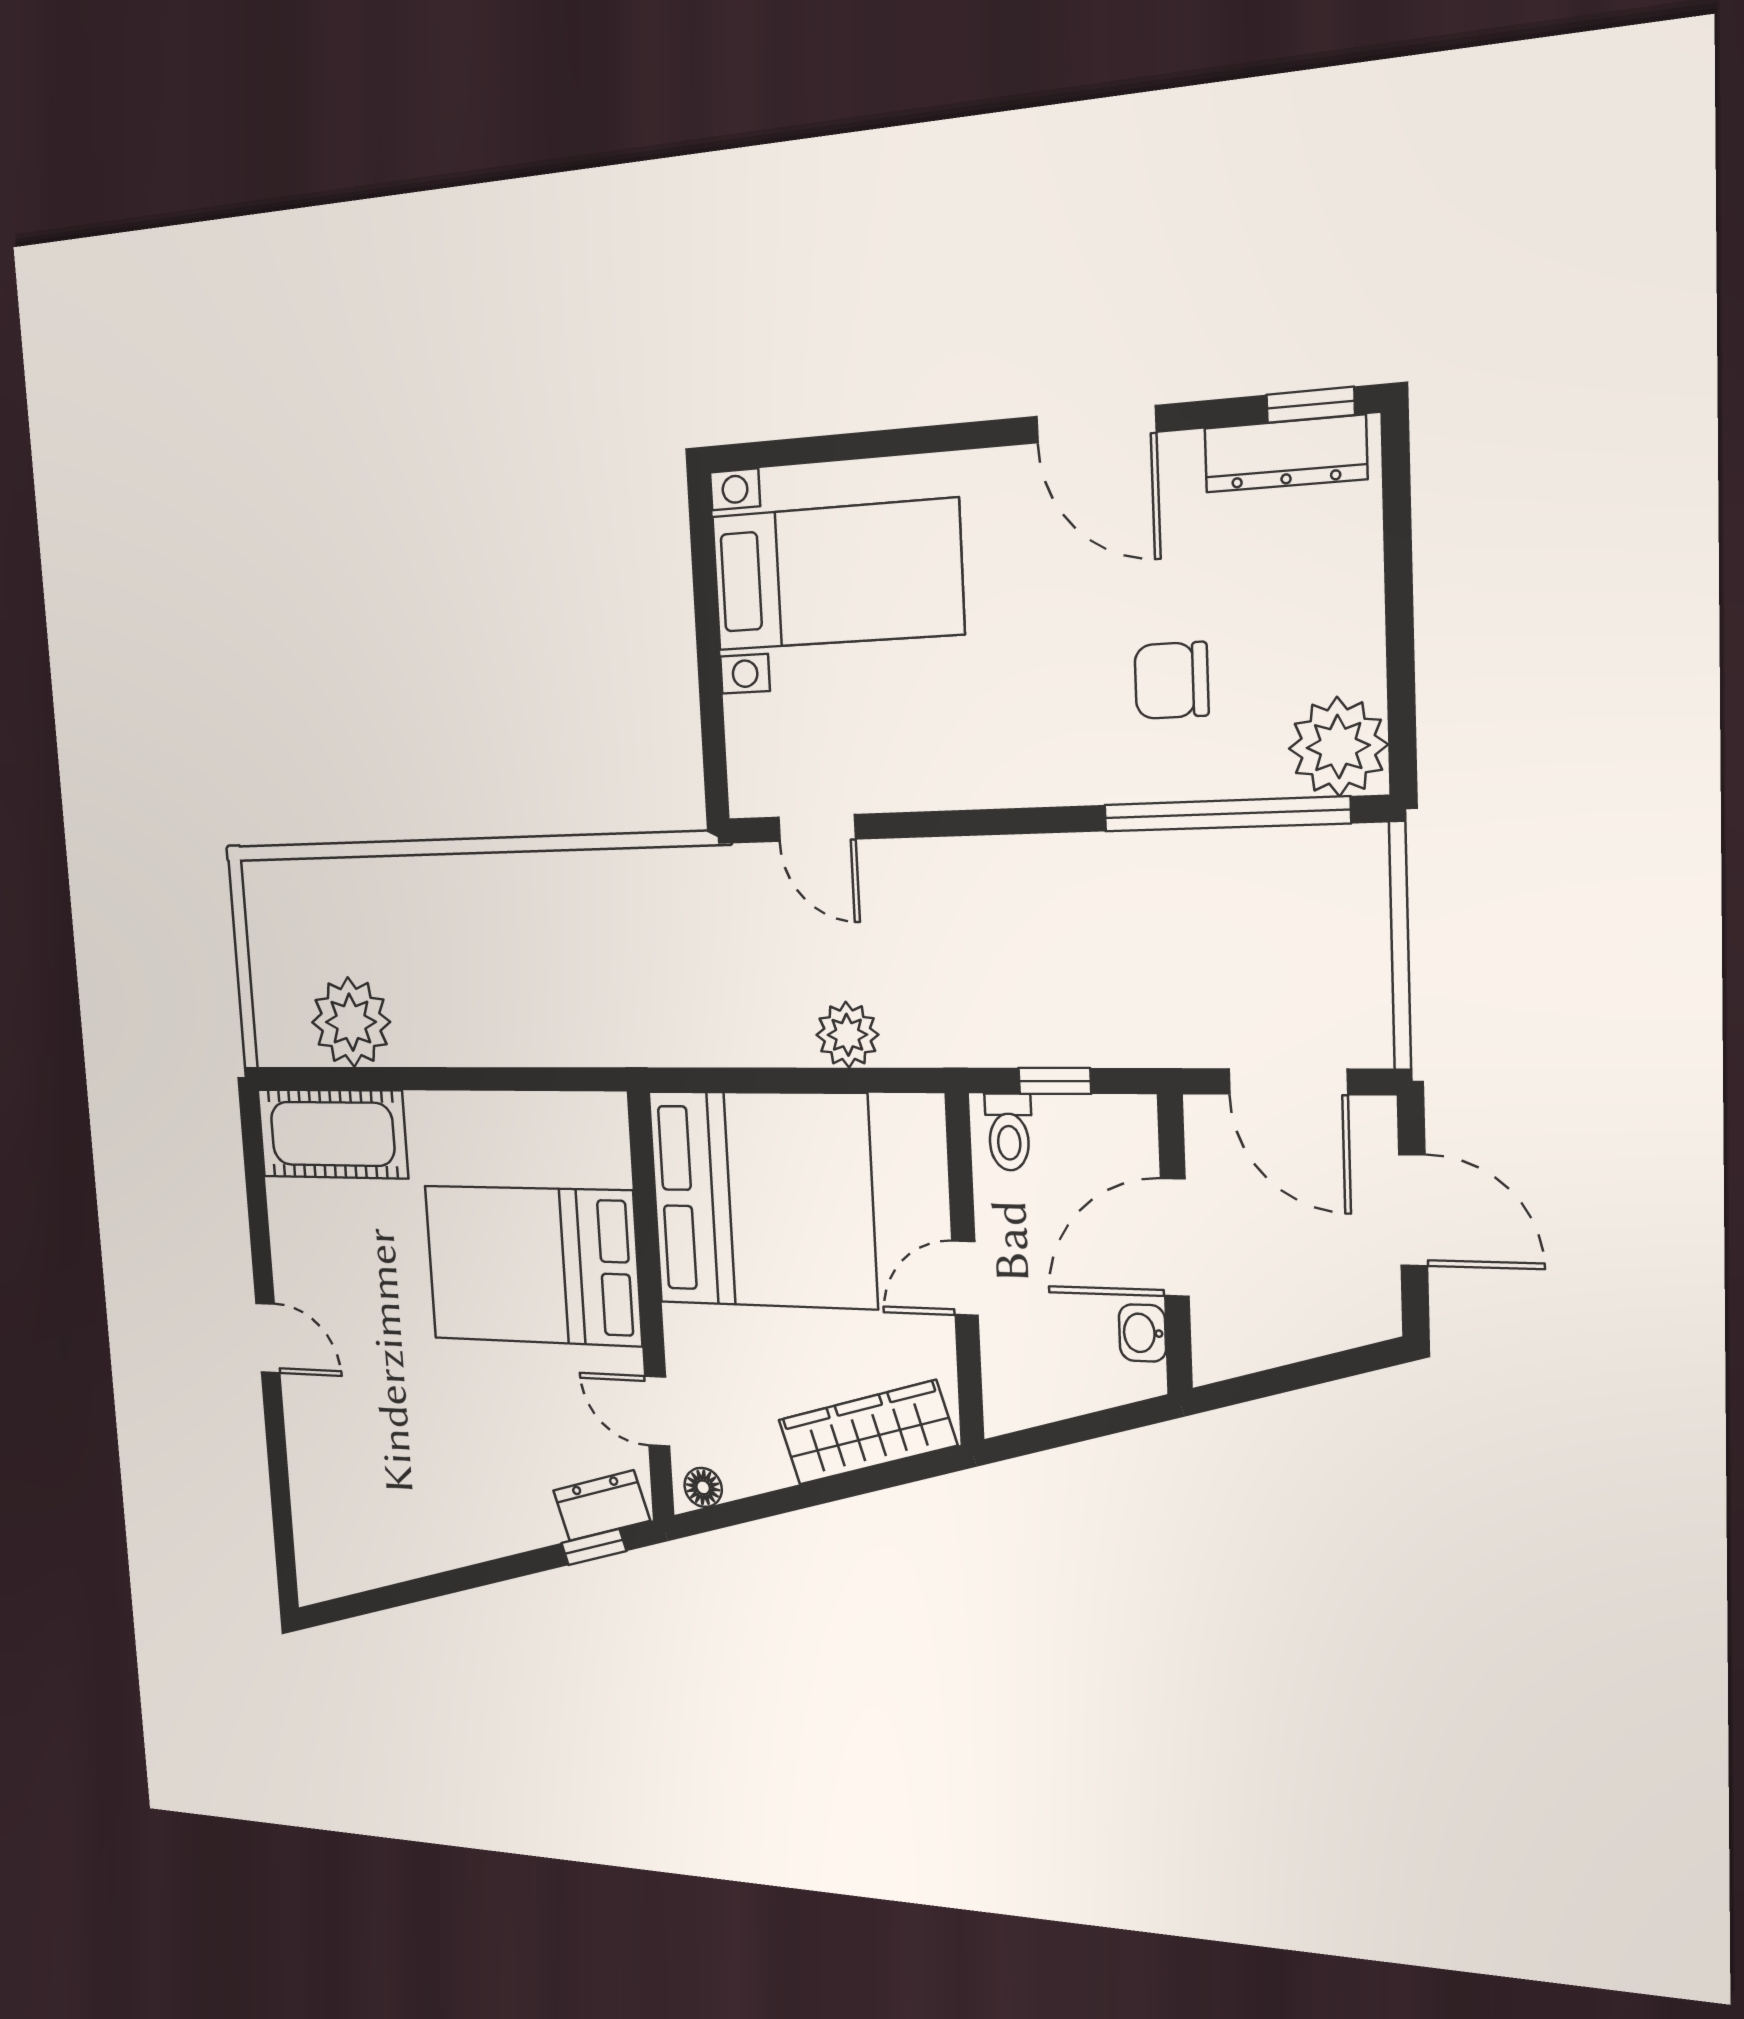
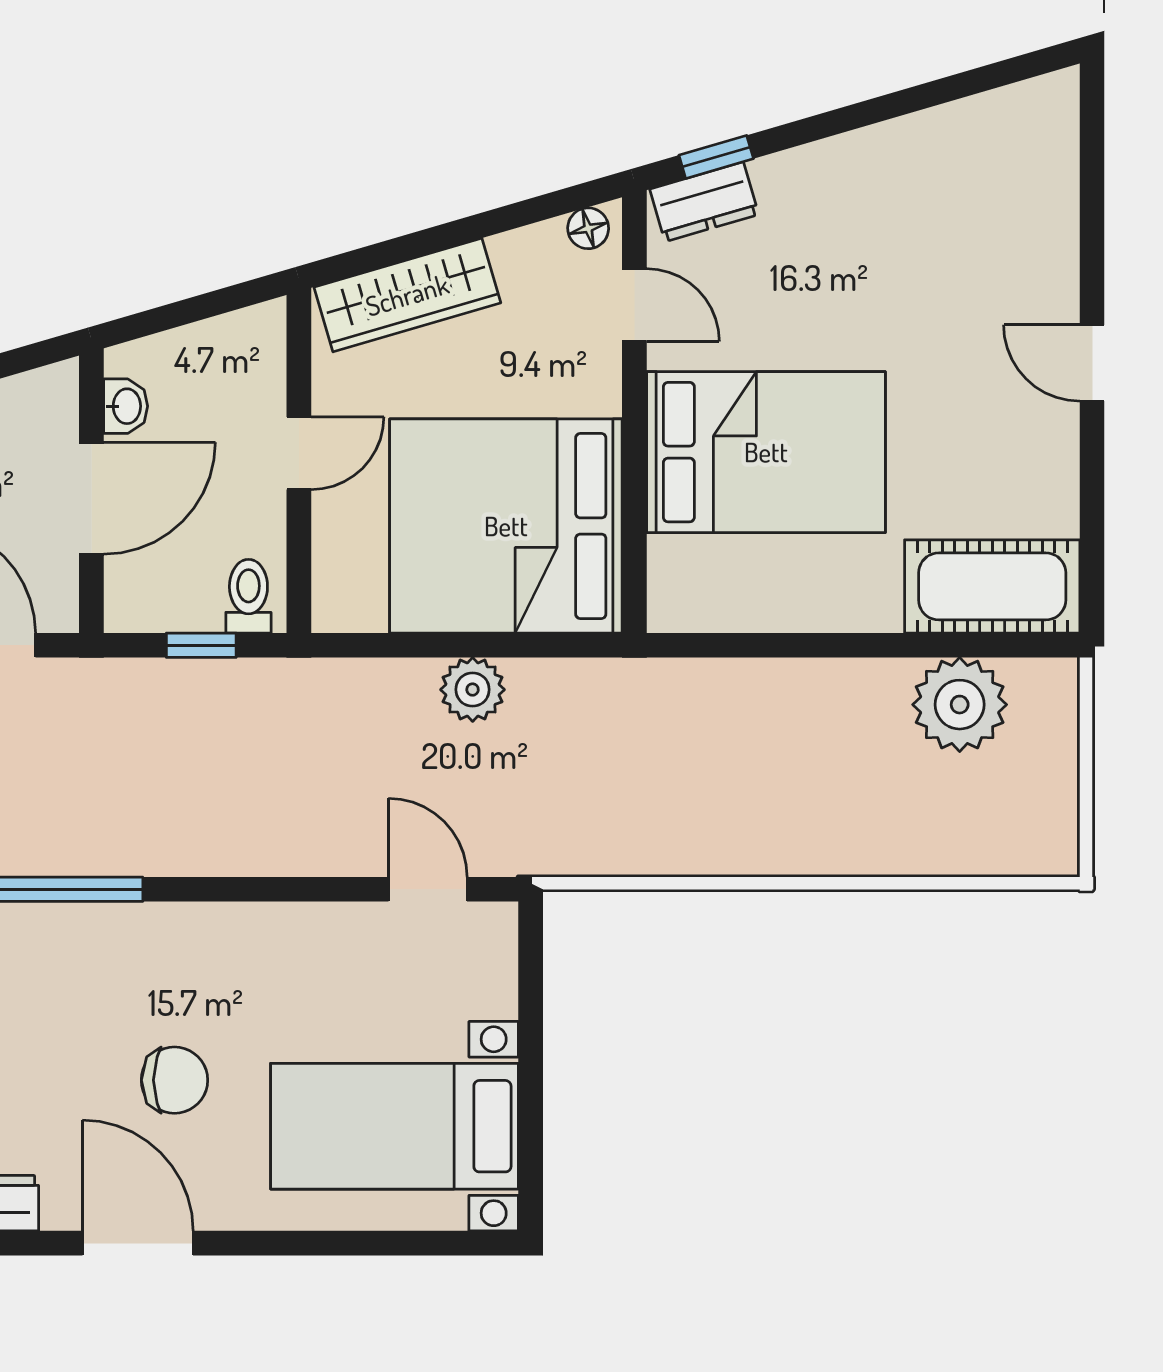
chair: (1171, 680) -> (174, 1080), moved
plant: (847, 1035) -> (473, 690), moved

